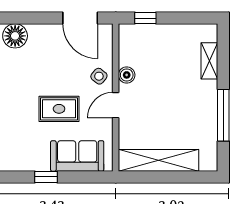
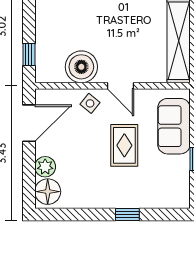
plant: (39, 33) -> (45, 167), added
boiler: (127, 75) -> (81, 67), width x1.86, depth x1.86

